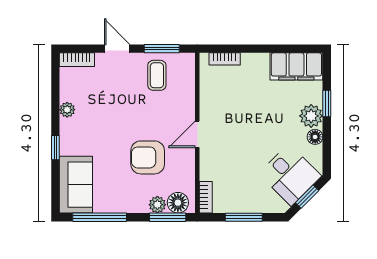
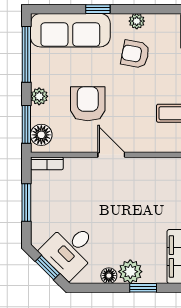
armchair: (99, 111) -> (135, 54), added
sofa: (76, 185) -> (70, 30), width x1.36
plant: (157, 205) -> (39, 96), moved

